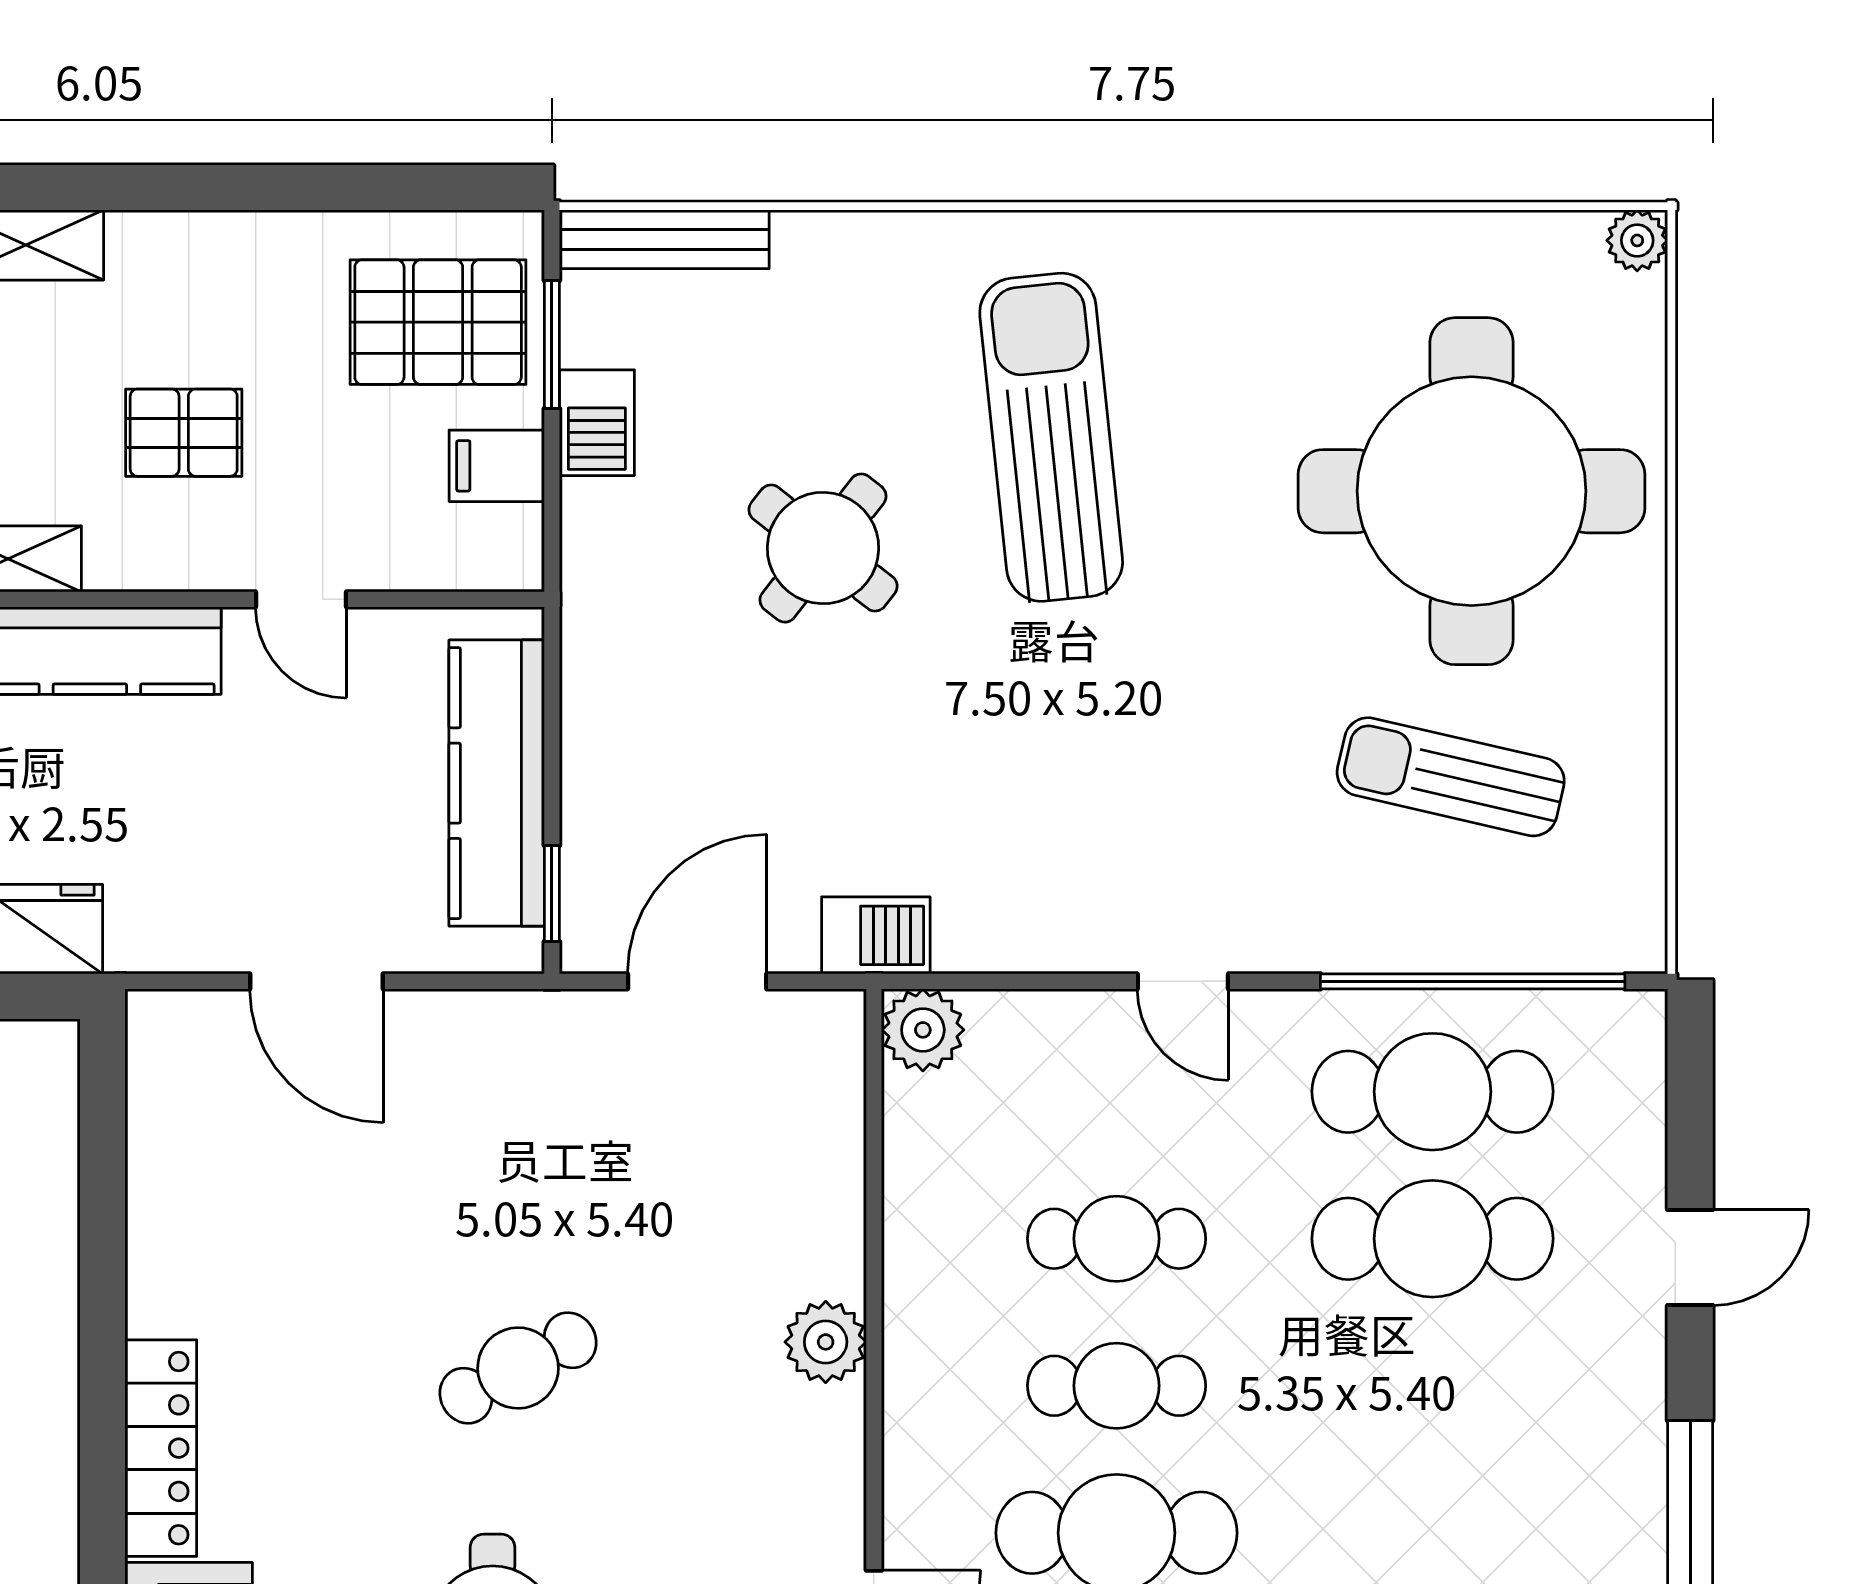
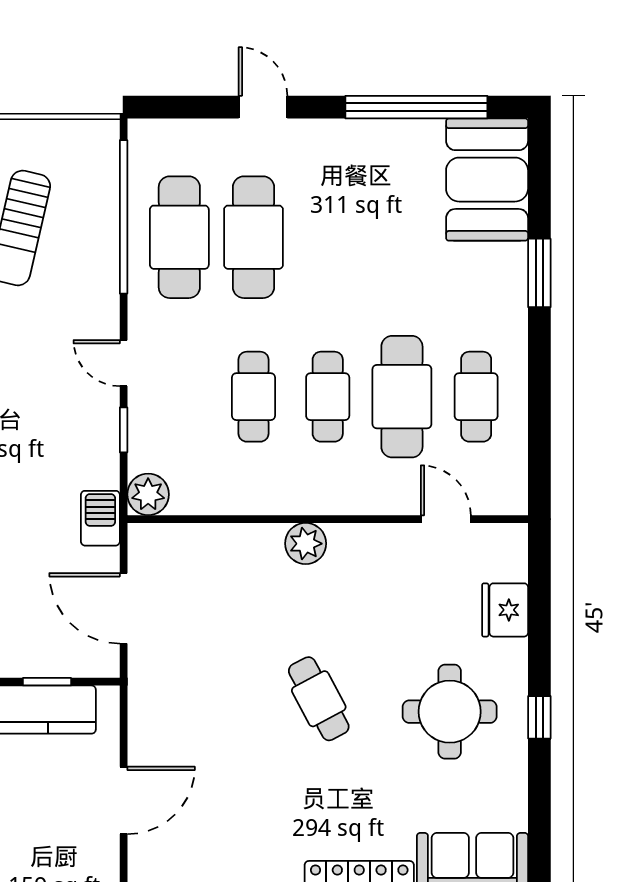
window: (552, 893) -> (47, 682), moved
window: (1051, 981) -> (124, 430), added
door: (1183, 981) -> (124, 363), swing flipped

